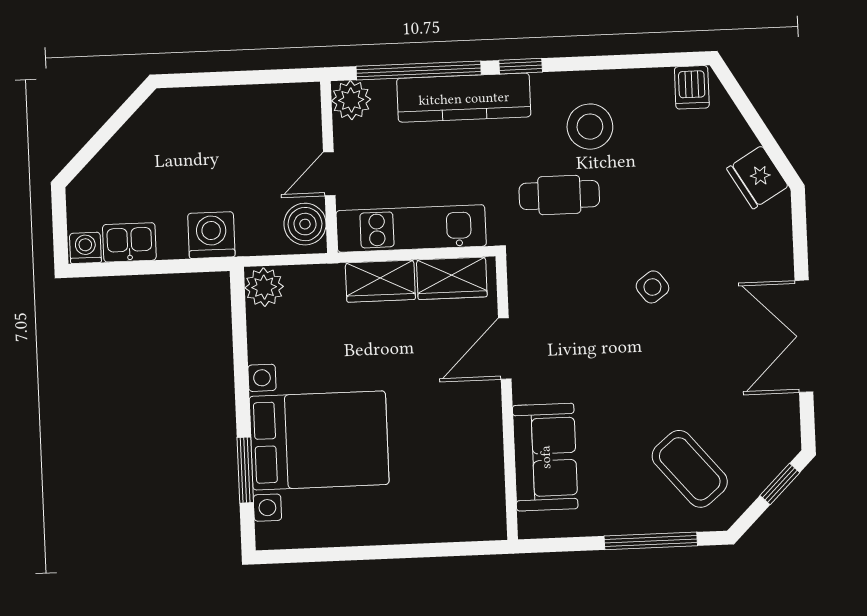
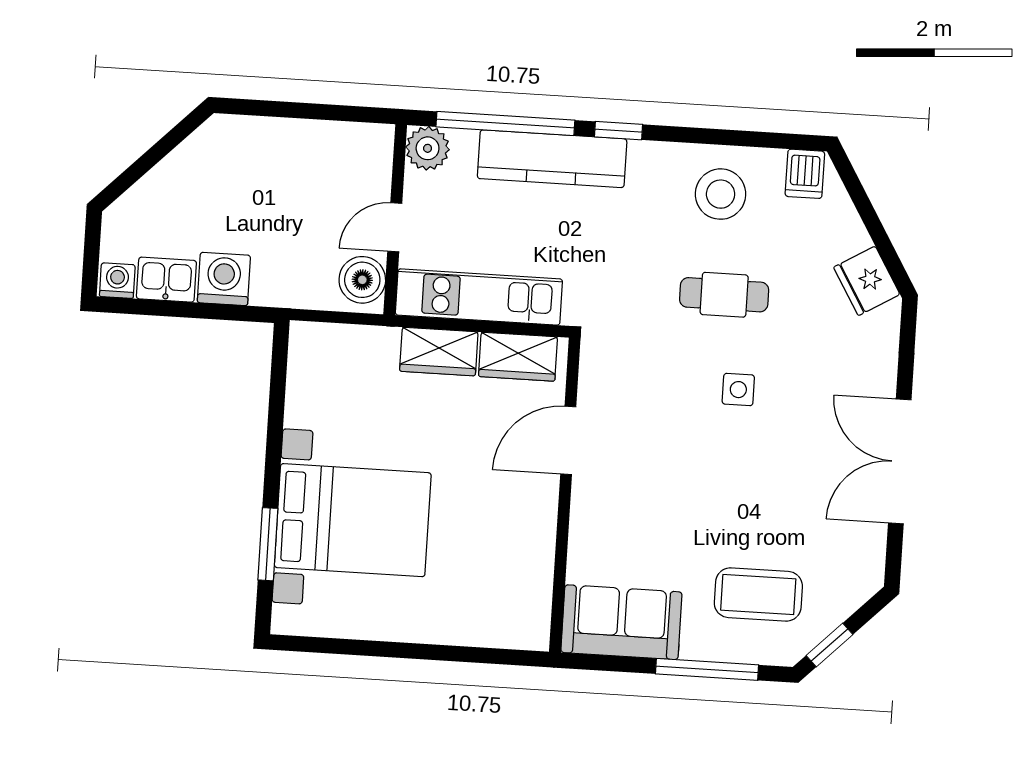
stool: (590, 127) -> (721, 194), moved
cafe table: (559, 195) -> (724, 295), moved
washing machine: (211, 235) -> (224, 279), moved
plant: (264, 287) -> (310, 345), removed
side table: (652, 287) -> (738, 390), turned 36
sofa: (545, 457) -> (621, 622), moved, turned -90
coffee table: (690, 469) -> (758, 594), turned -50
window: (780, 484) -> (829, 645), moved

